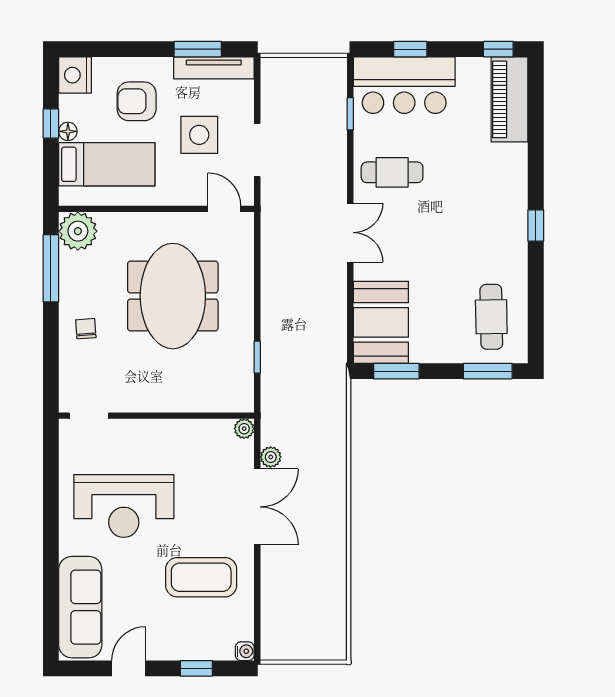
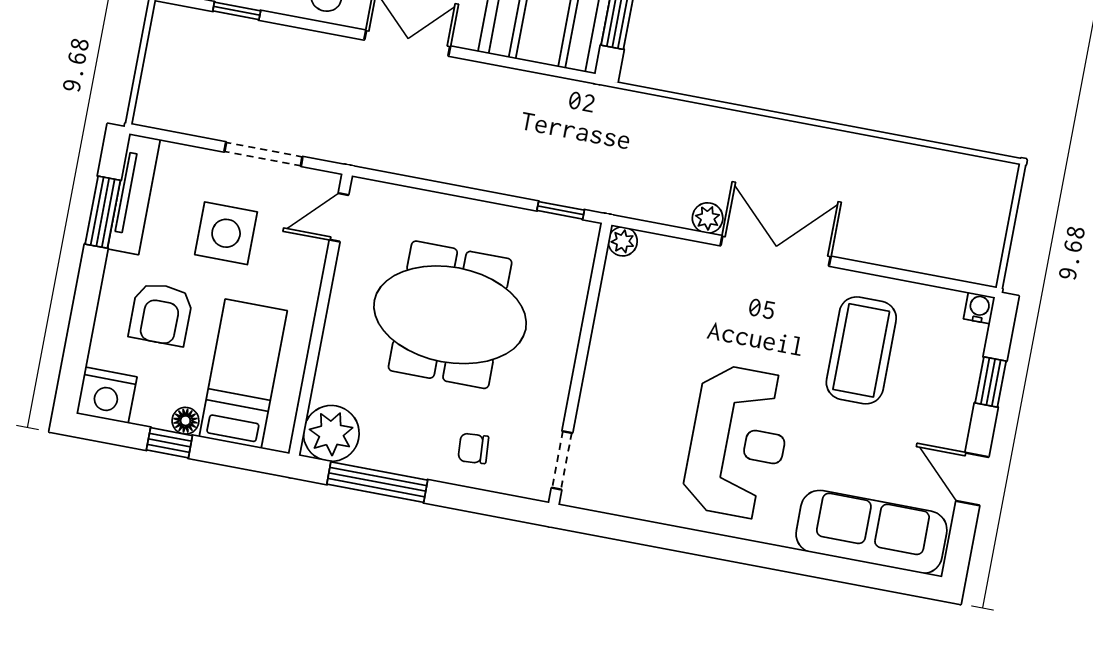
doorway: (89, 416) -> (562, 460), moved
wall: (156, 416) -> (580, 364), moved
plant: (244, 429) -> (623, 241), moved

